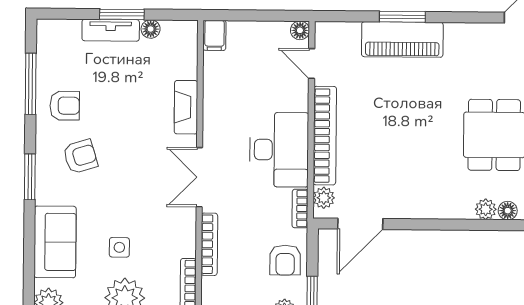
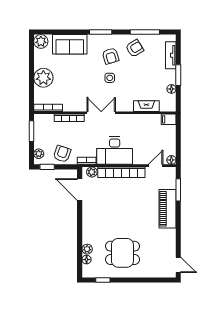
window: (402, 17) -> (178, 190), moved
tv unit: (111, 30) -> (171, 55), moved
armchair: (65, 106) -> (135, 48), turned -122
fireplace: (186, 107) -> (146, 106), moved
side table: (119, 247) -> (110, 78), moved
armchair: (285, 260) -> (62, 154), turned 109

